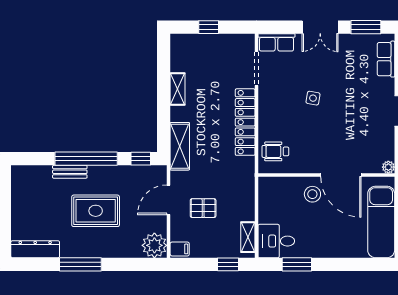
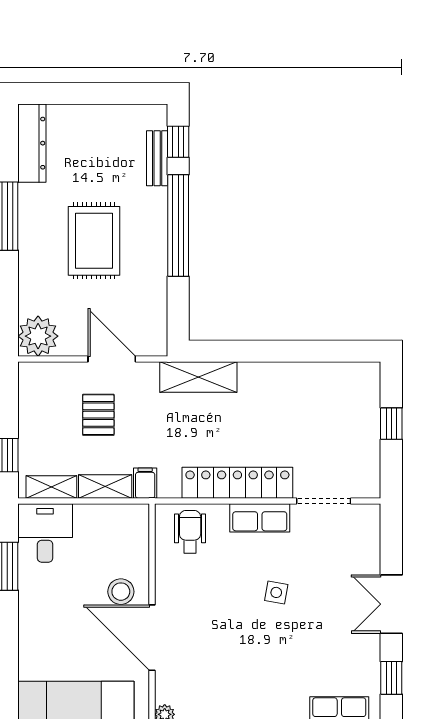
window: (366, 27) -> (391, 678), width x0.67
row of seats: (276, 42) -> (260, 518), moved, turned -90
shelving: (178, 89) -> (105, 486), moved
window: (141, 159) -> (178, 142), moved
bench: (70, 172) -> (157, 158), moved
door: (341, 175) -> (152, 638), hinge flipped
filing cabinet: (180, 249) -> (145, 483), moved, turned 180

